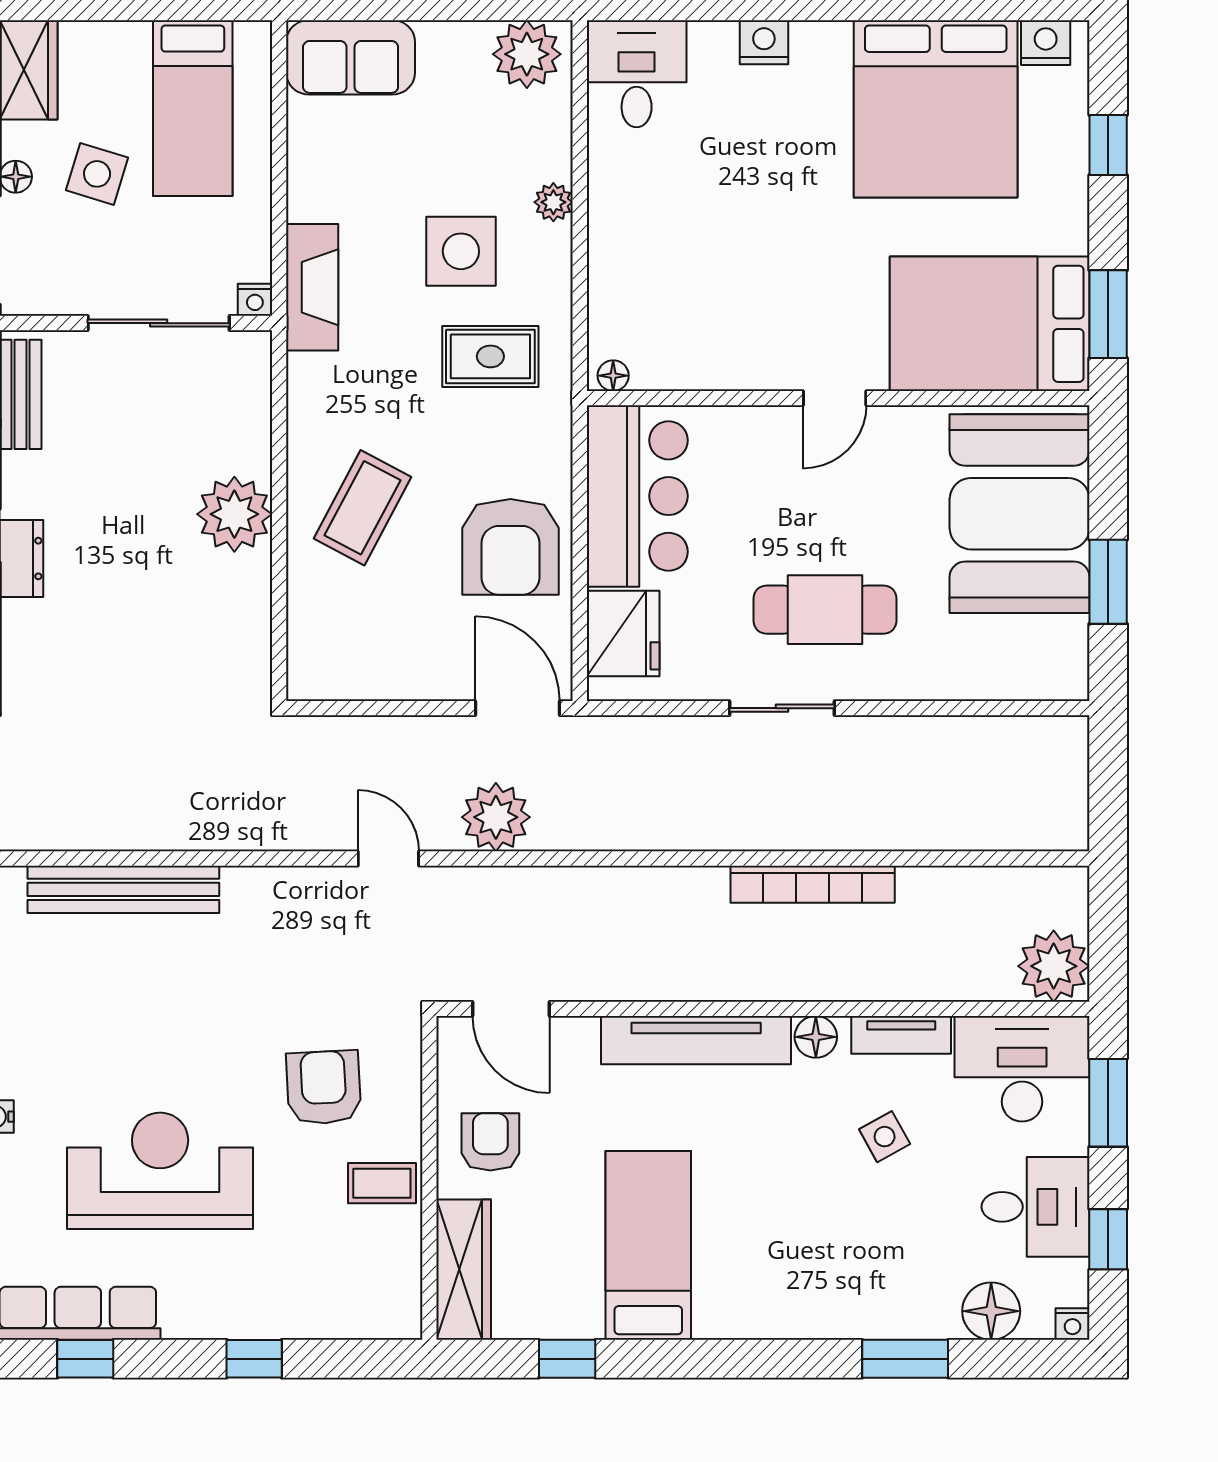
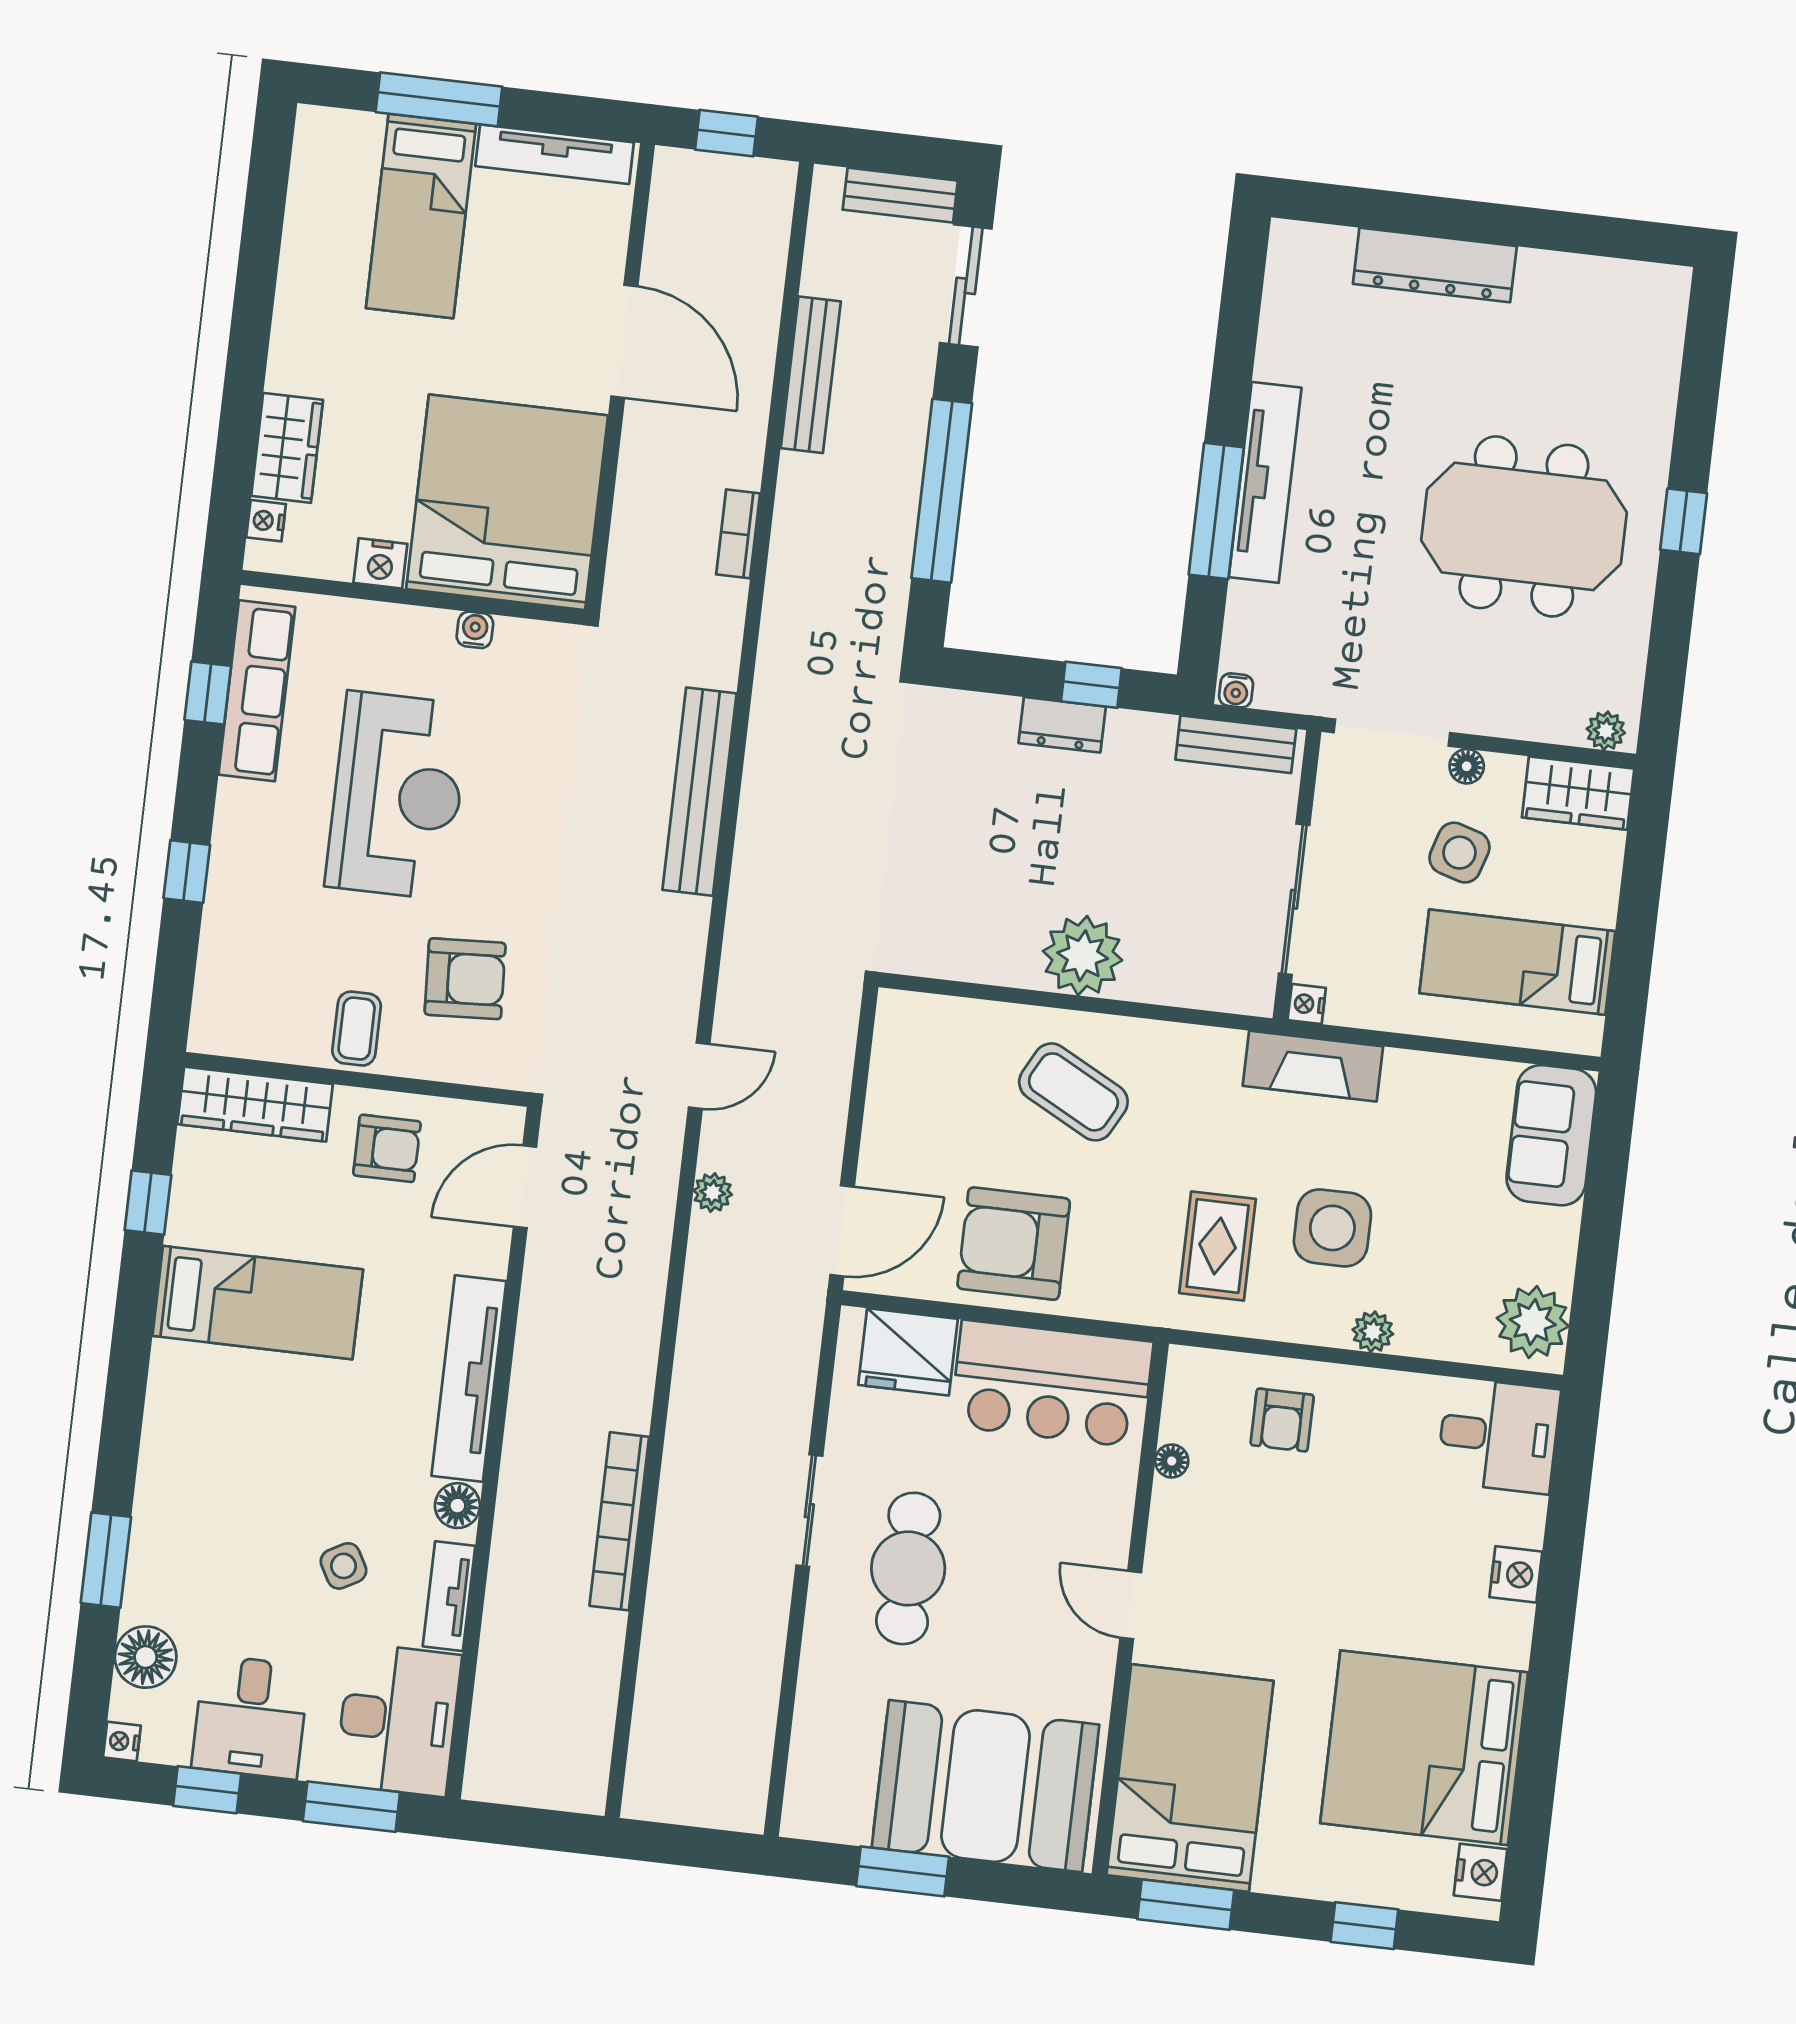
armchair: (646, 277) -> (1282, 1420), added
floor lamp: (613, 376) -> (1172, 1461), moved
plant: (496, 817) -> (713, 1192), width x0.53, depth x0.53
plant: (1054, 966) -> (503, 1766), removed

